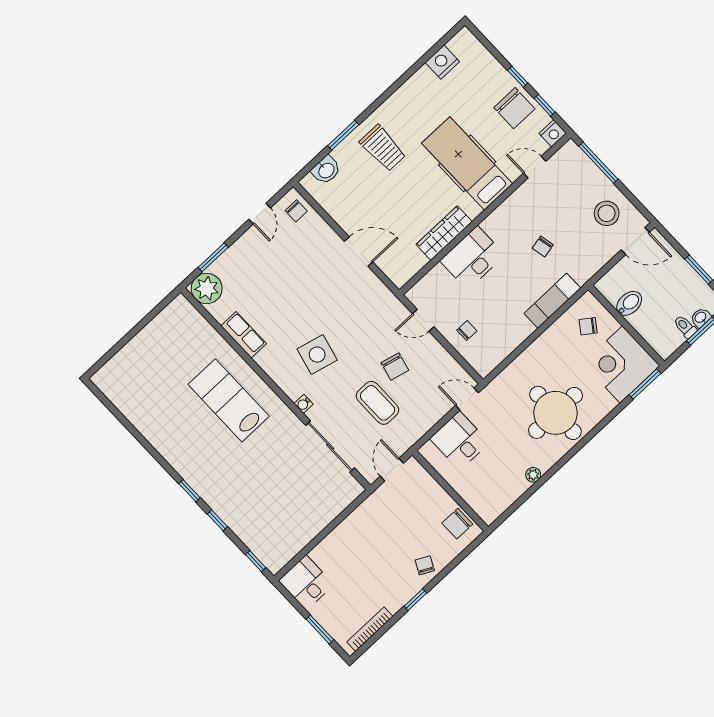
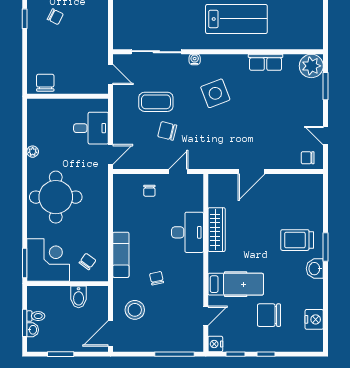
chair: (514, 108) -> (269, 315), moved
window: (343, 135) -> (325, 247), moved
hospital bed: (467, 163) -> (236, 284), width x0.73, depth x0.78
washbasin: (326, 170) -> (315, 269), moved
stool: (607, 213) -> (135, 310), moved
side table: (317, 355) -> (215, 93), turned -35
chair: (425, 565) -> (55, 17), moved

